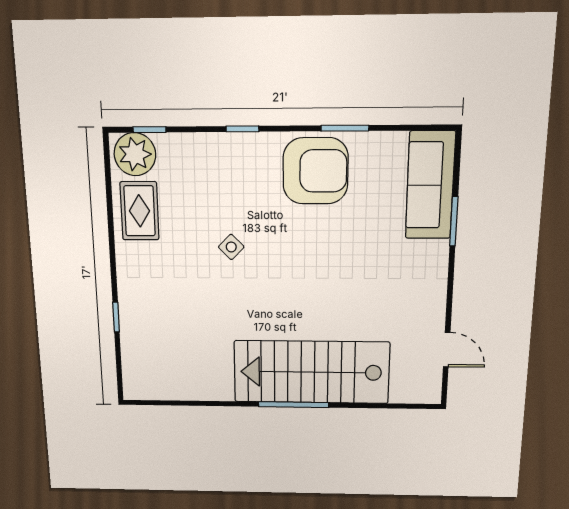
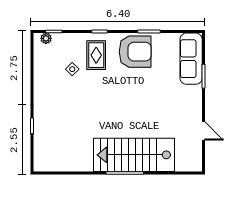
plant: (135, 154) -> (46, 38), width x0.53, depth x0.53
rug: (140, 211) -> (96, 55), moved
side table: (231, 247) -> (72, 69), moved
door: (447, 350) -> (203, 131), moved

